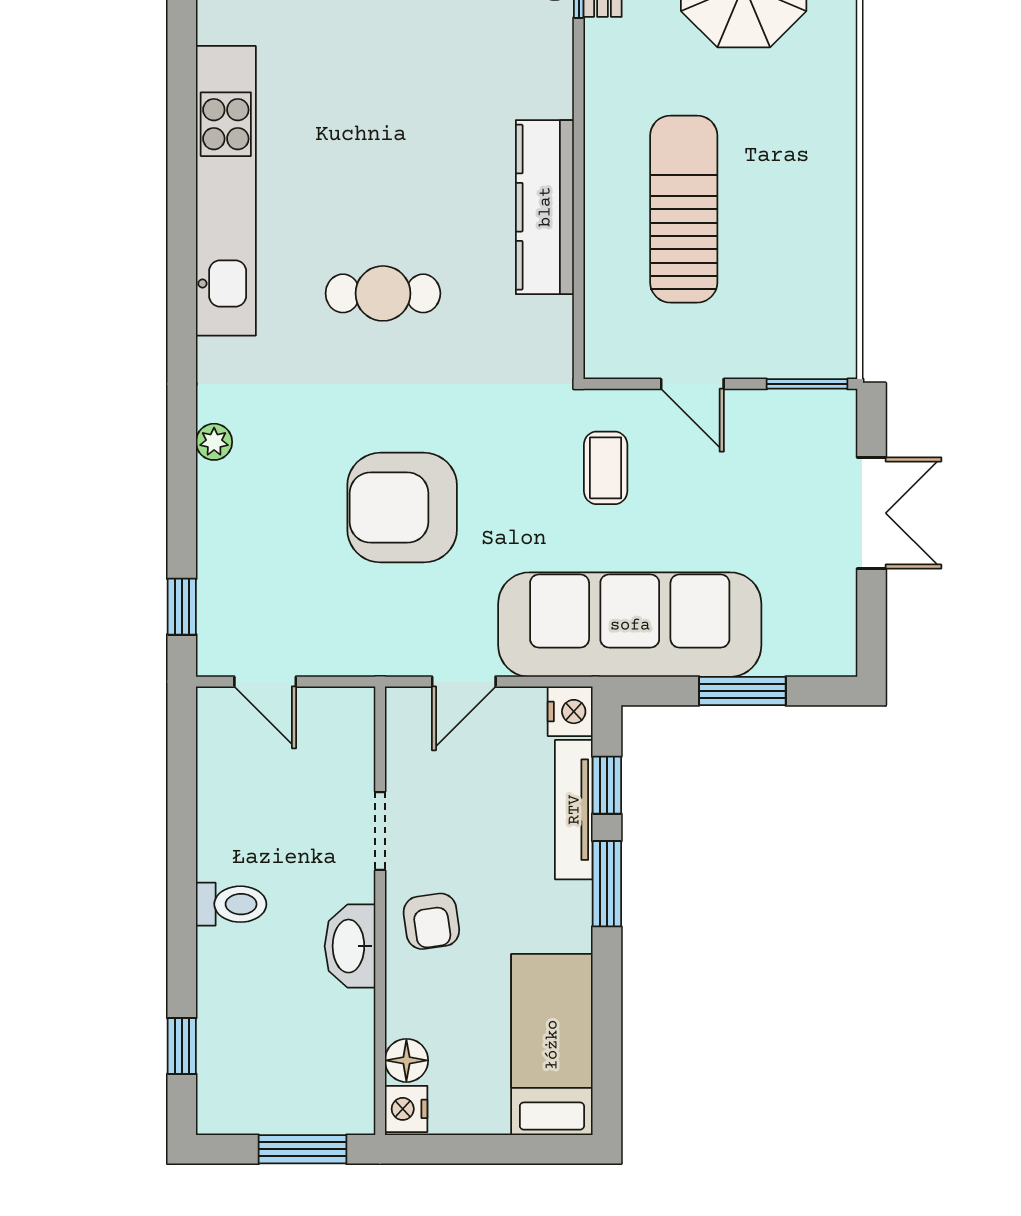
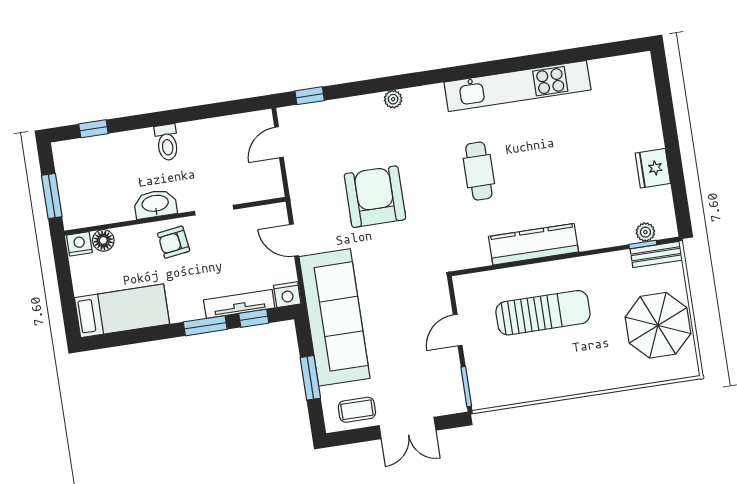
coffee table: (606, 468) -> (357, 410), moved

